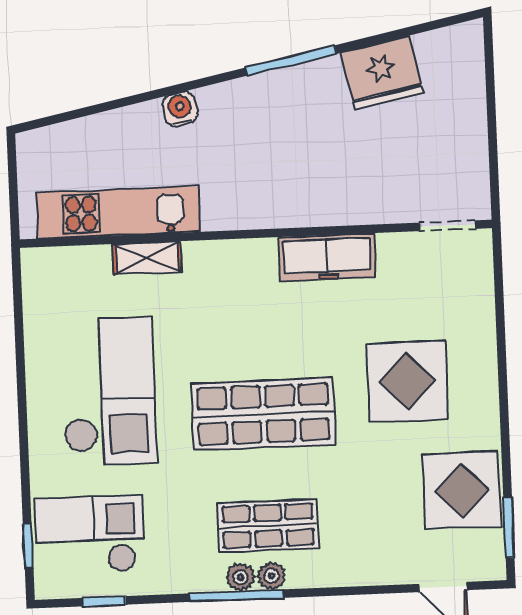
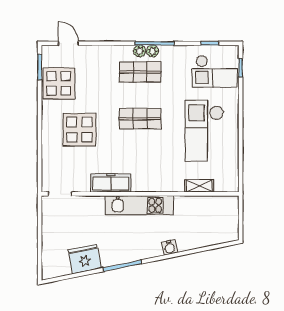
kitchen unit: (118, 212) -> (140, 205), moved
shelving: (147, 258) -> (199, 186), moved
shop shelf: (263, 414) -> (140, 119), width x0.70, depth x0.74

